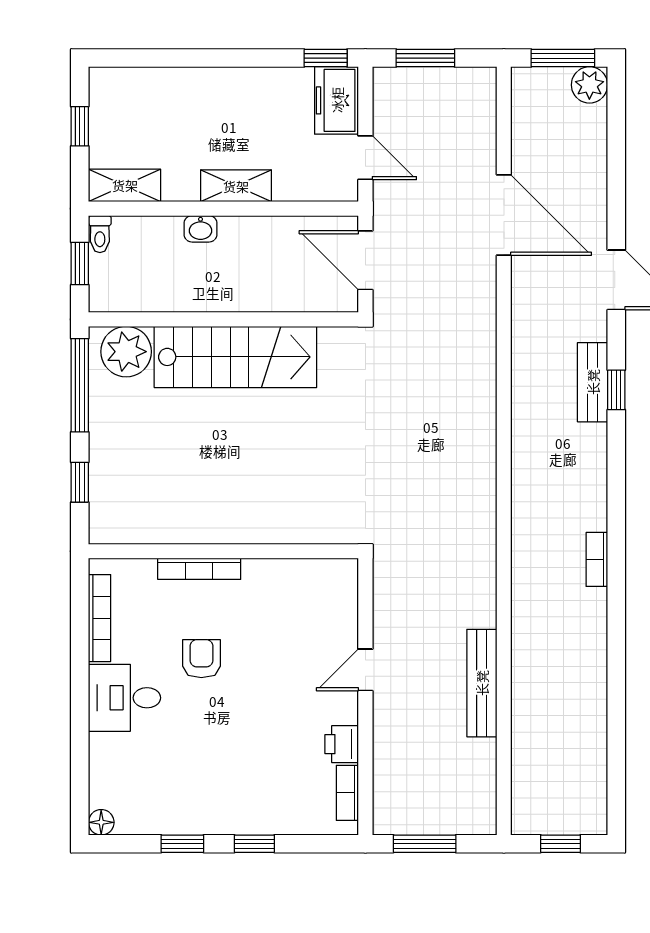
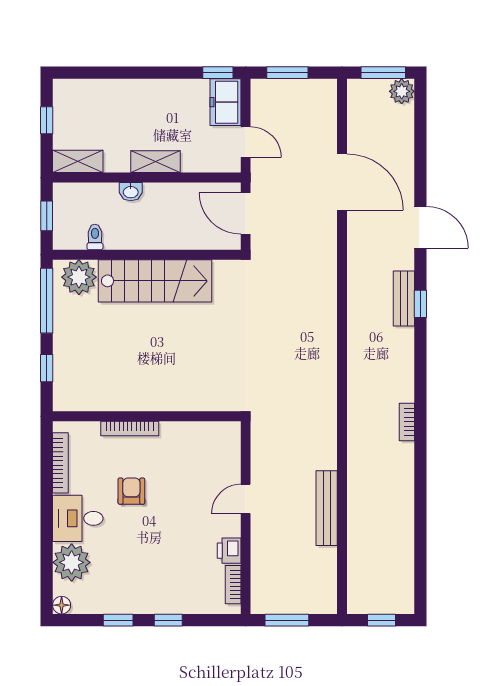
toilet: (100, 234) -> (95, 237), moved, turned 180
plant: (116, 761) -> (72, 562), added

